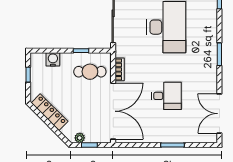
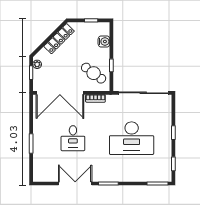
cafe table: (90, 72) -> (94, 73), turned -54
double door: (219, 114) -> (75, 184), moved

